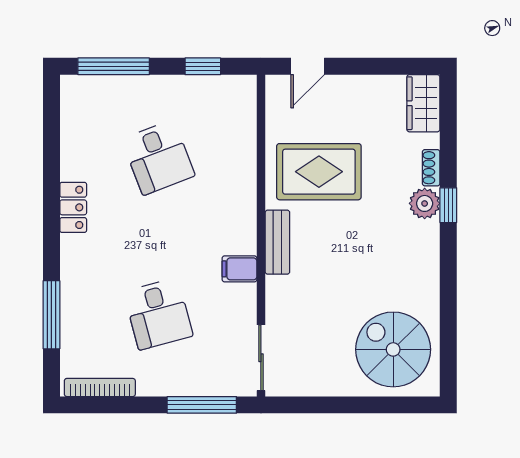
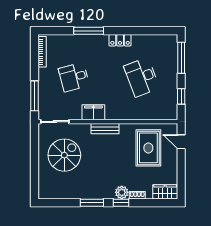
desk: (158, 157) -> (142, 77), width x1.37
rug: (319, 172) -> (148, 148), moved
filing cabinet: (239, 269) -> (93, 112), width x2.00
window: (448, 273) -> (92, 203), added
window: (51, 315) -> (89, 31), moved
spiral stairs: (393, 349) -> (64, 155), moved

